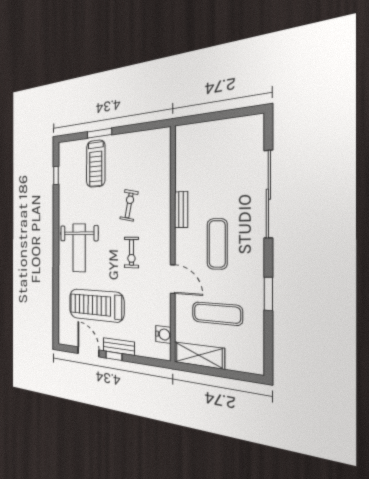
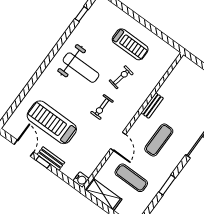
window: (99, 133) -> (134, 15), removed
treadmill: (96, 164) -> (130, 44), moved, turned -90
weight bench: (79, 248) -> (81, 68), moved, turned -90
water cooler: (163, 334) -> (81, 180), moved

